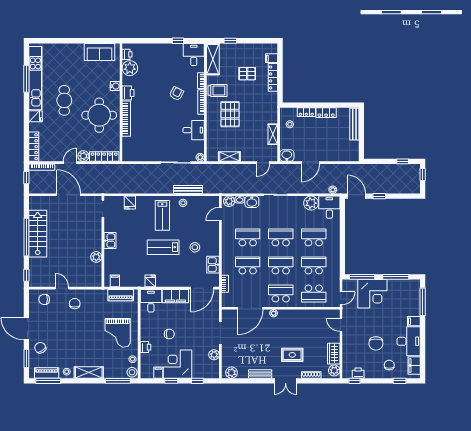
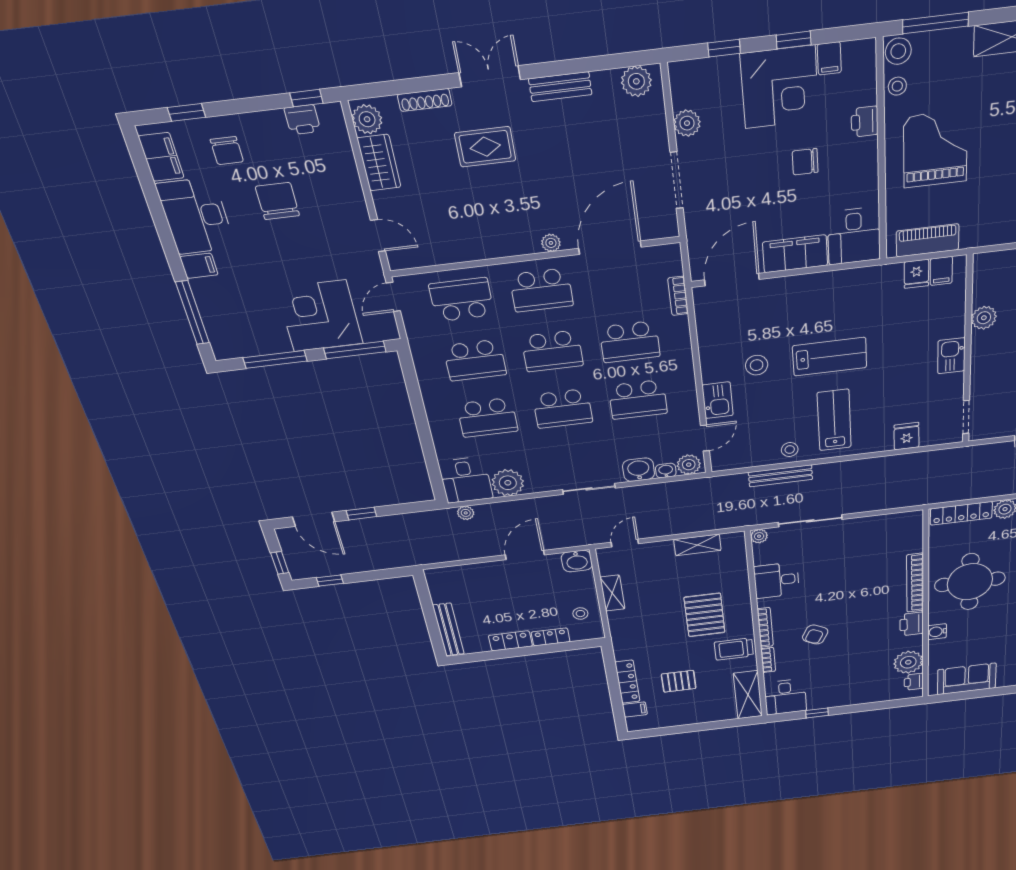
window: (230, 41) -> (717, 725), removed
door: (356, 196) -> (314, 519), moved
kitchen sink: (213, 265) -> (718, 400), moved
fridge: (150, 281) -> (916, 274), moved

